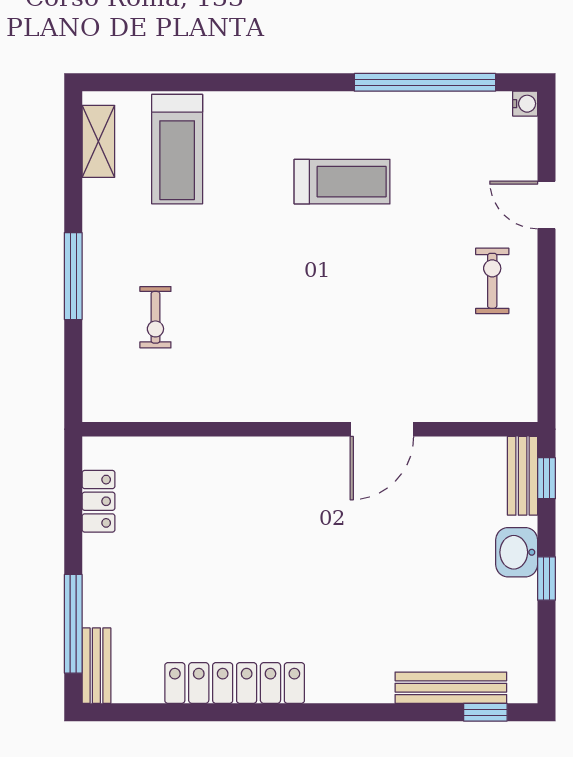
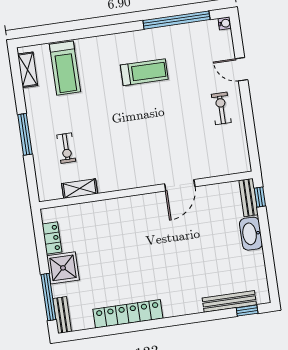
shelving: (171, 406) -> (80, 189), added
washbasin: (517, 552) -> (251, 234), width x1.38
shower: (113, 567) -> (63, 268), added
window: (546, 579) -> (267, 244), removed

